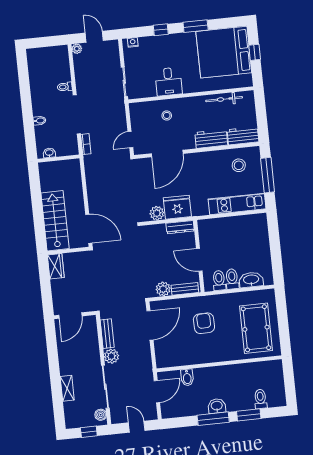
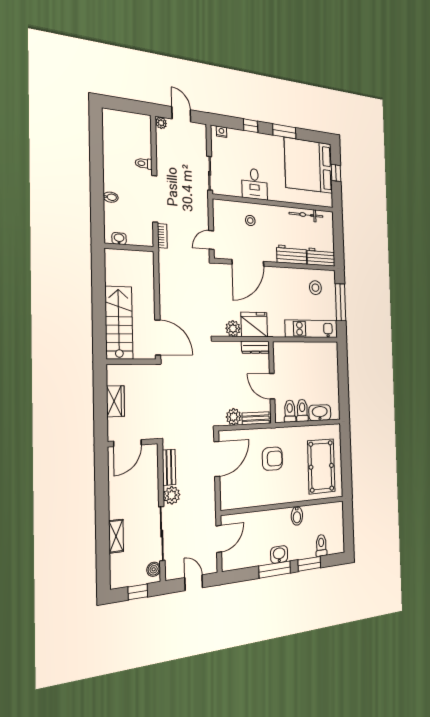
wardrobe: (56, 266) -> (115, 401), moved
armchair: (204, 323) -> (272, 459), turned 92
bidet: (187, 377) -> (297, 516), moved

